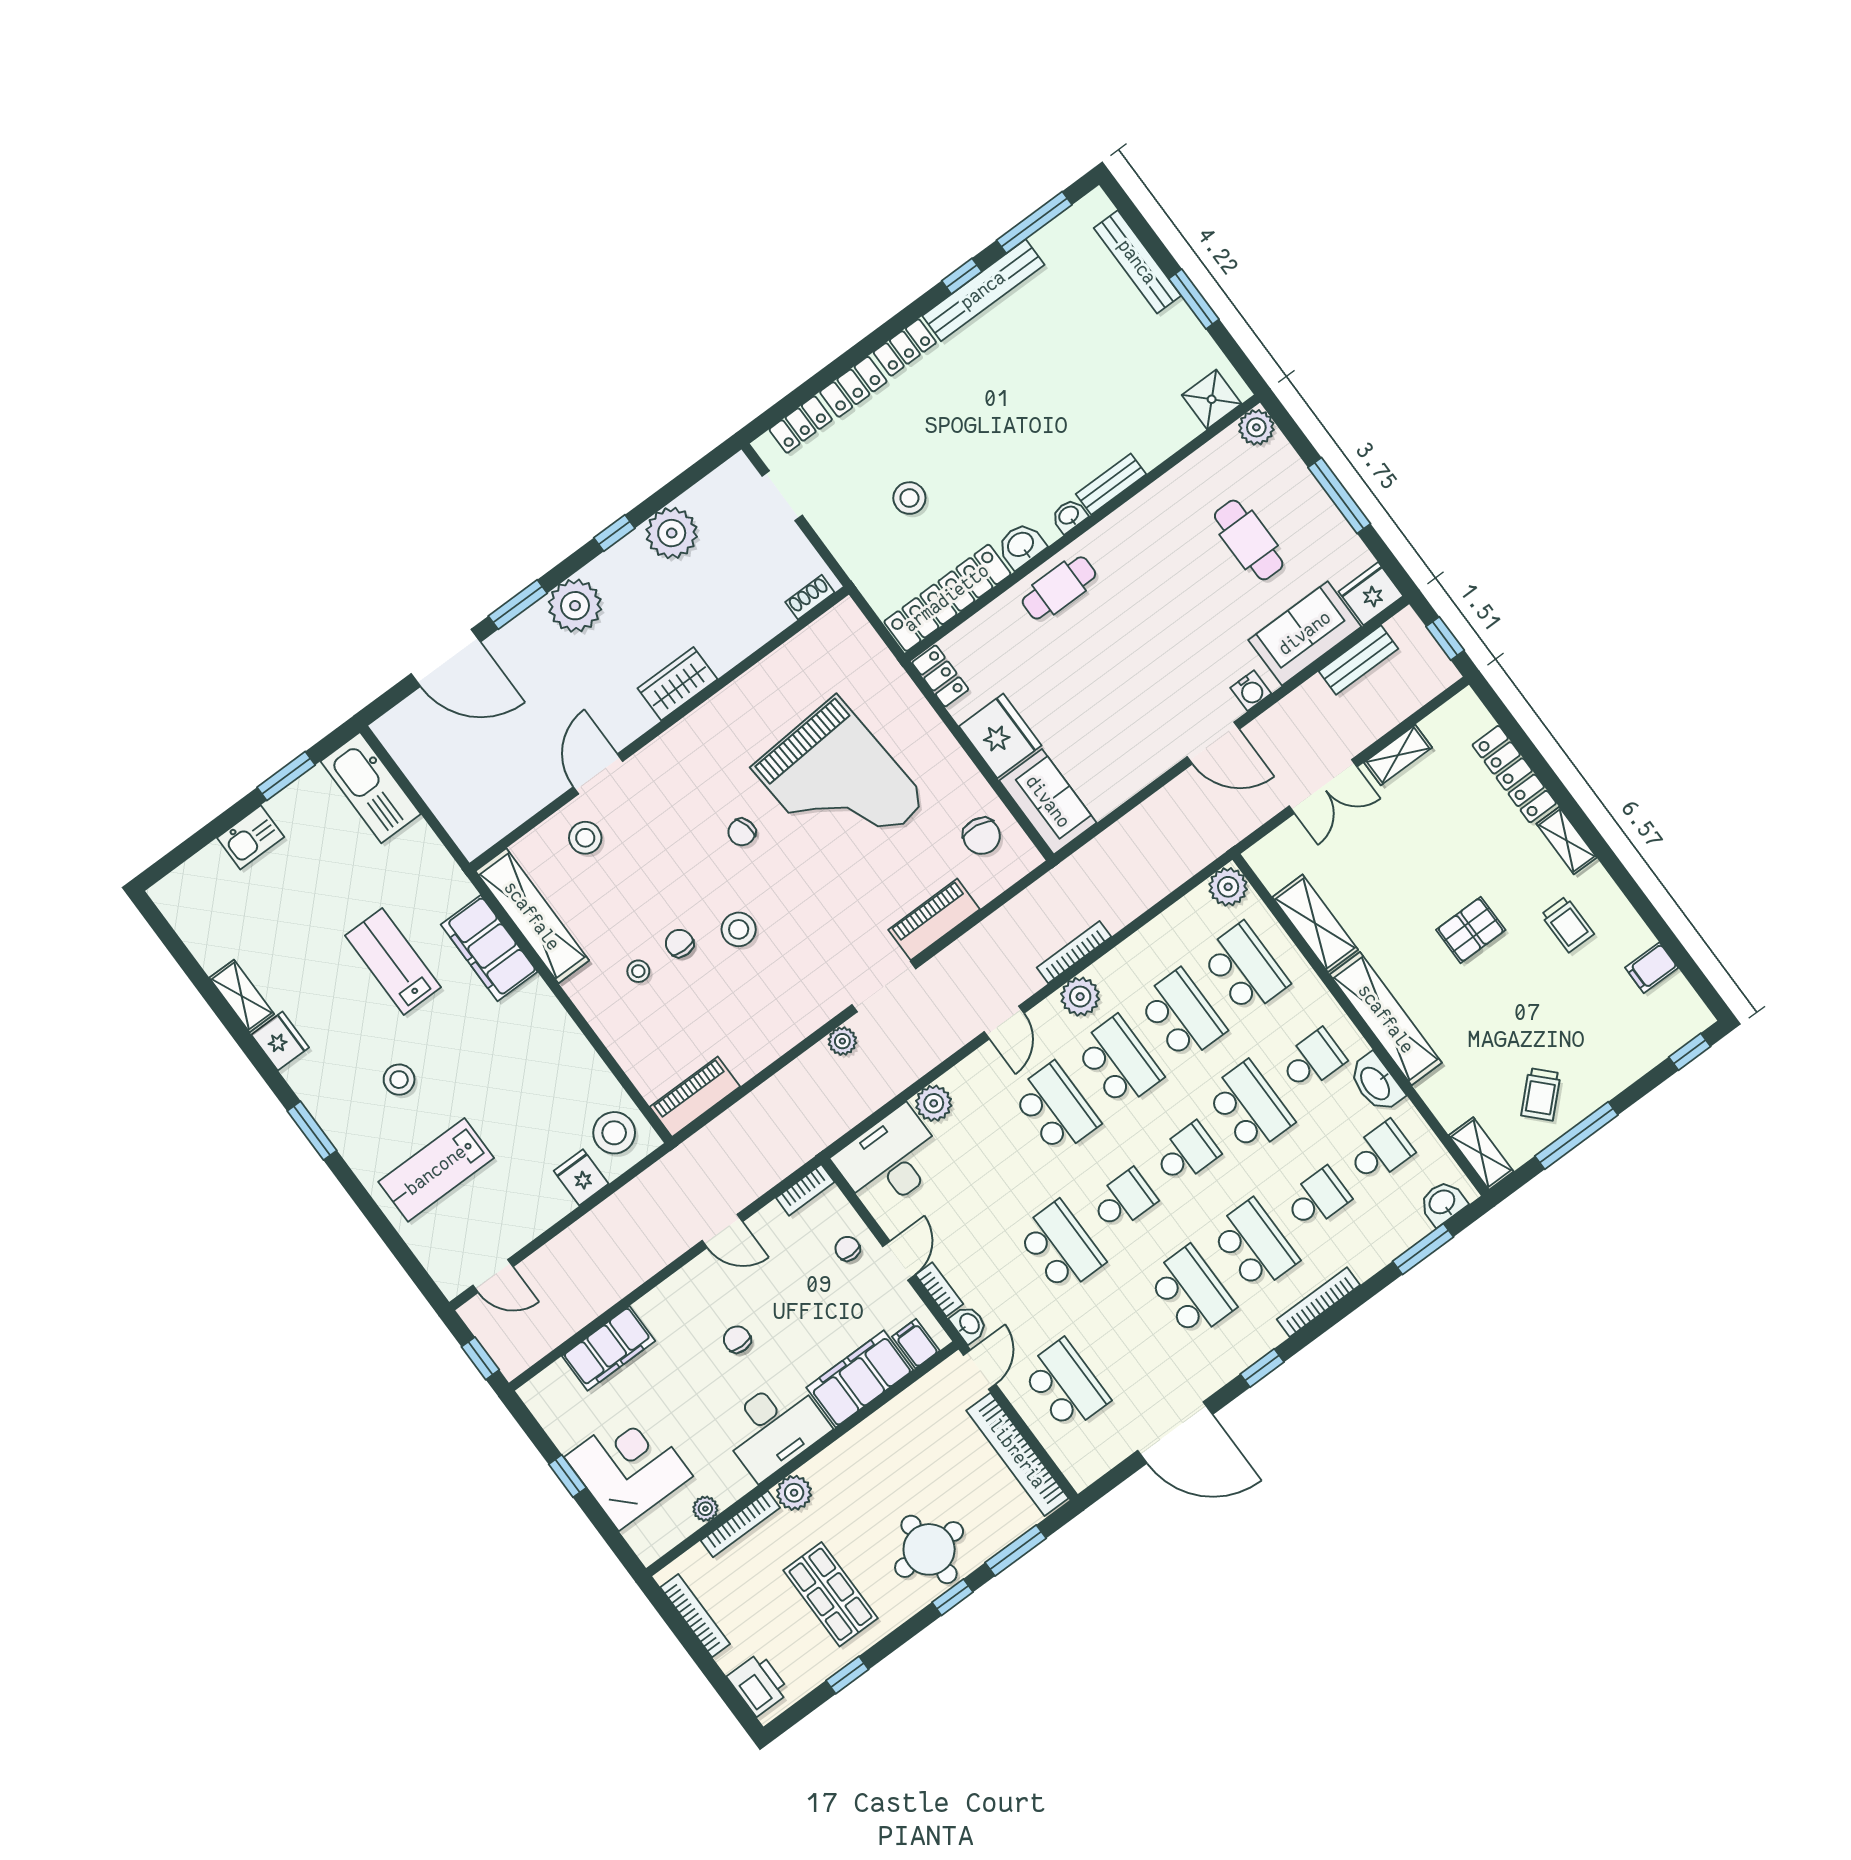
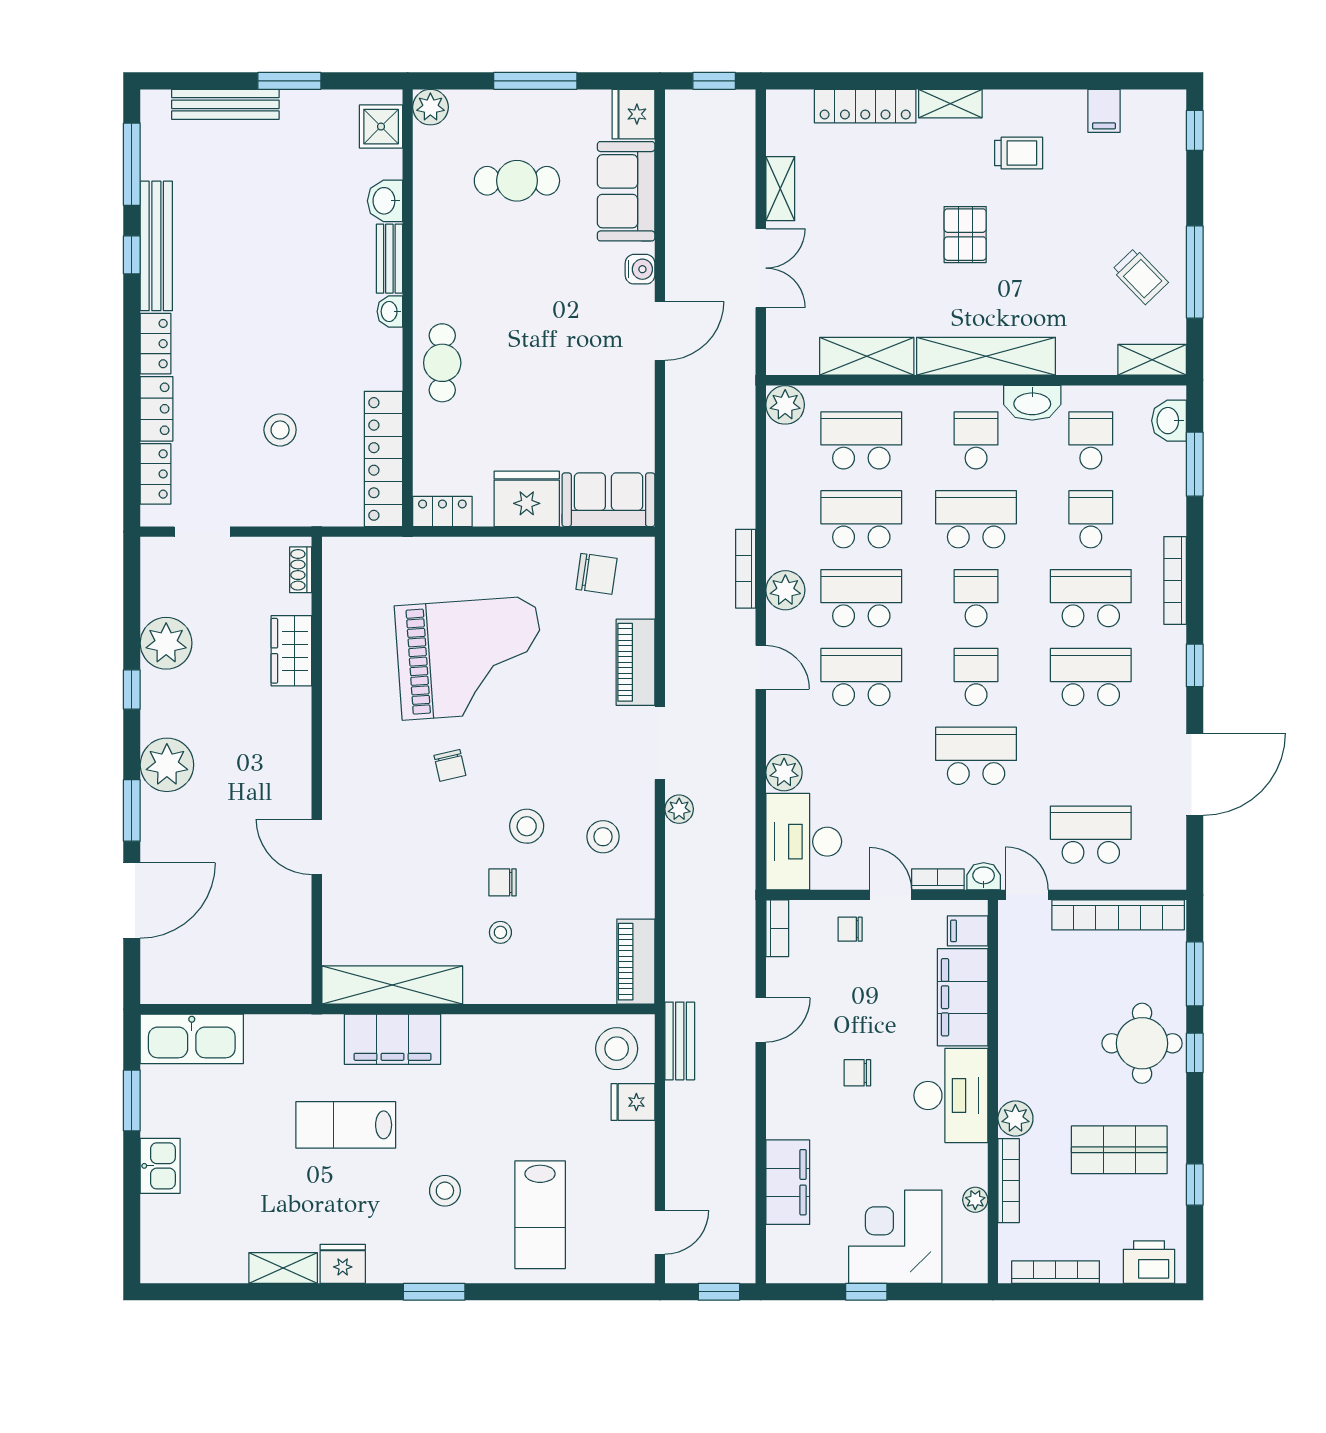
washbasin: (1021, 545) -> (385, 201), moved
bench: (1359, 660) -> (680, 1041), moved
wardrobe: (677, 684) -> (291, 651), moved
stool: (585, 838) -> (603, 837), moved

